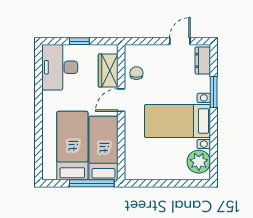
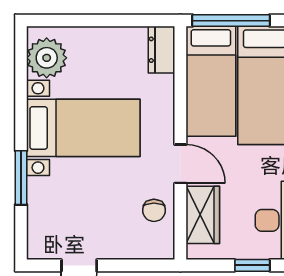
dresser: (203, 60) -> (162, 50), moved, turned 180
door: (121, 100) -> (180, 164), hinge flipped

